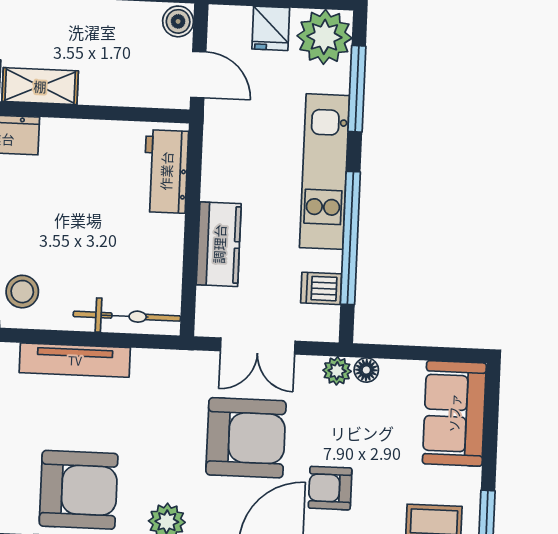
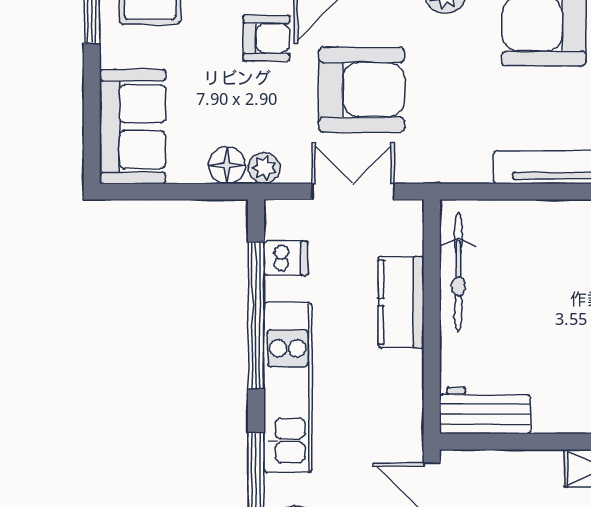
workbench: (166, 171) -> (485, 410), moved, turned -90
bicycle: (127, 316) -> (458, 272), moved, turned -90
floor lamp: (366, 370) -> (227, 165), width x1.37, depth x1.37
armchair: (246, 438) -> (362, 90), turned 180

